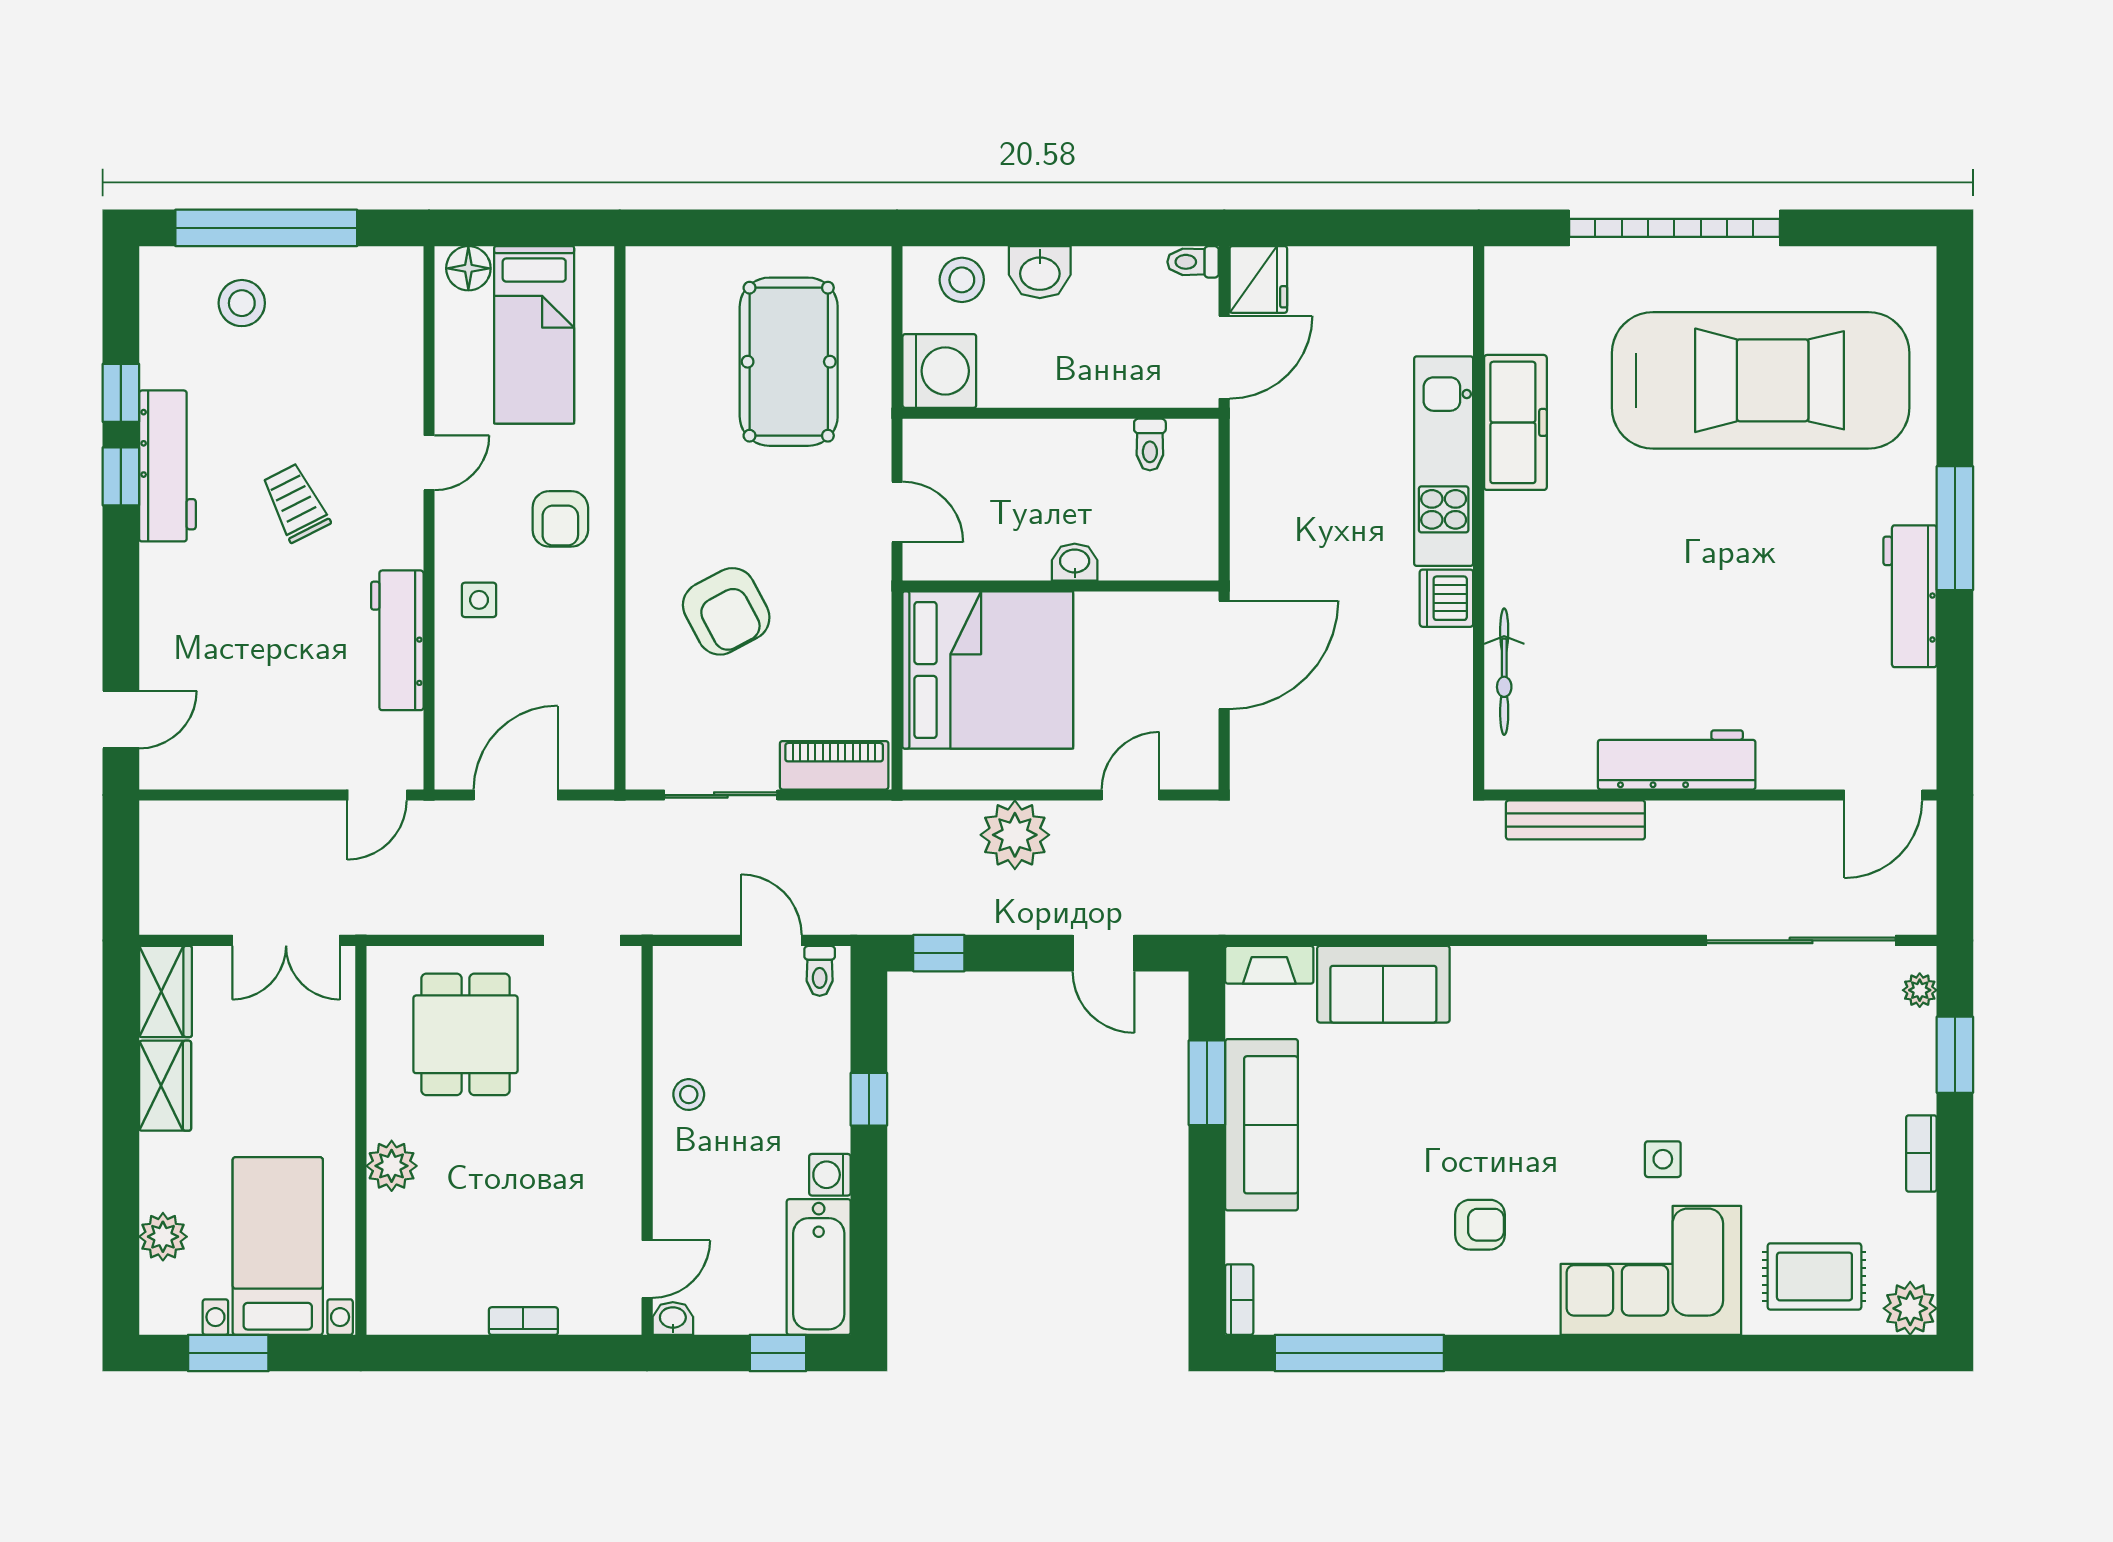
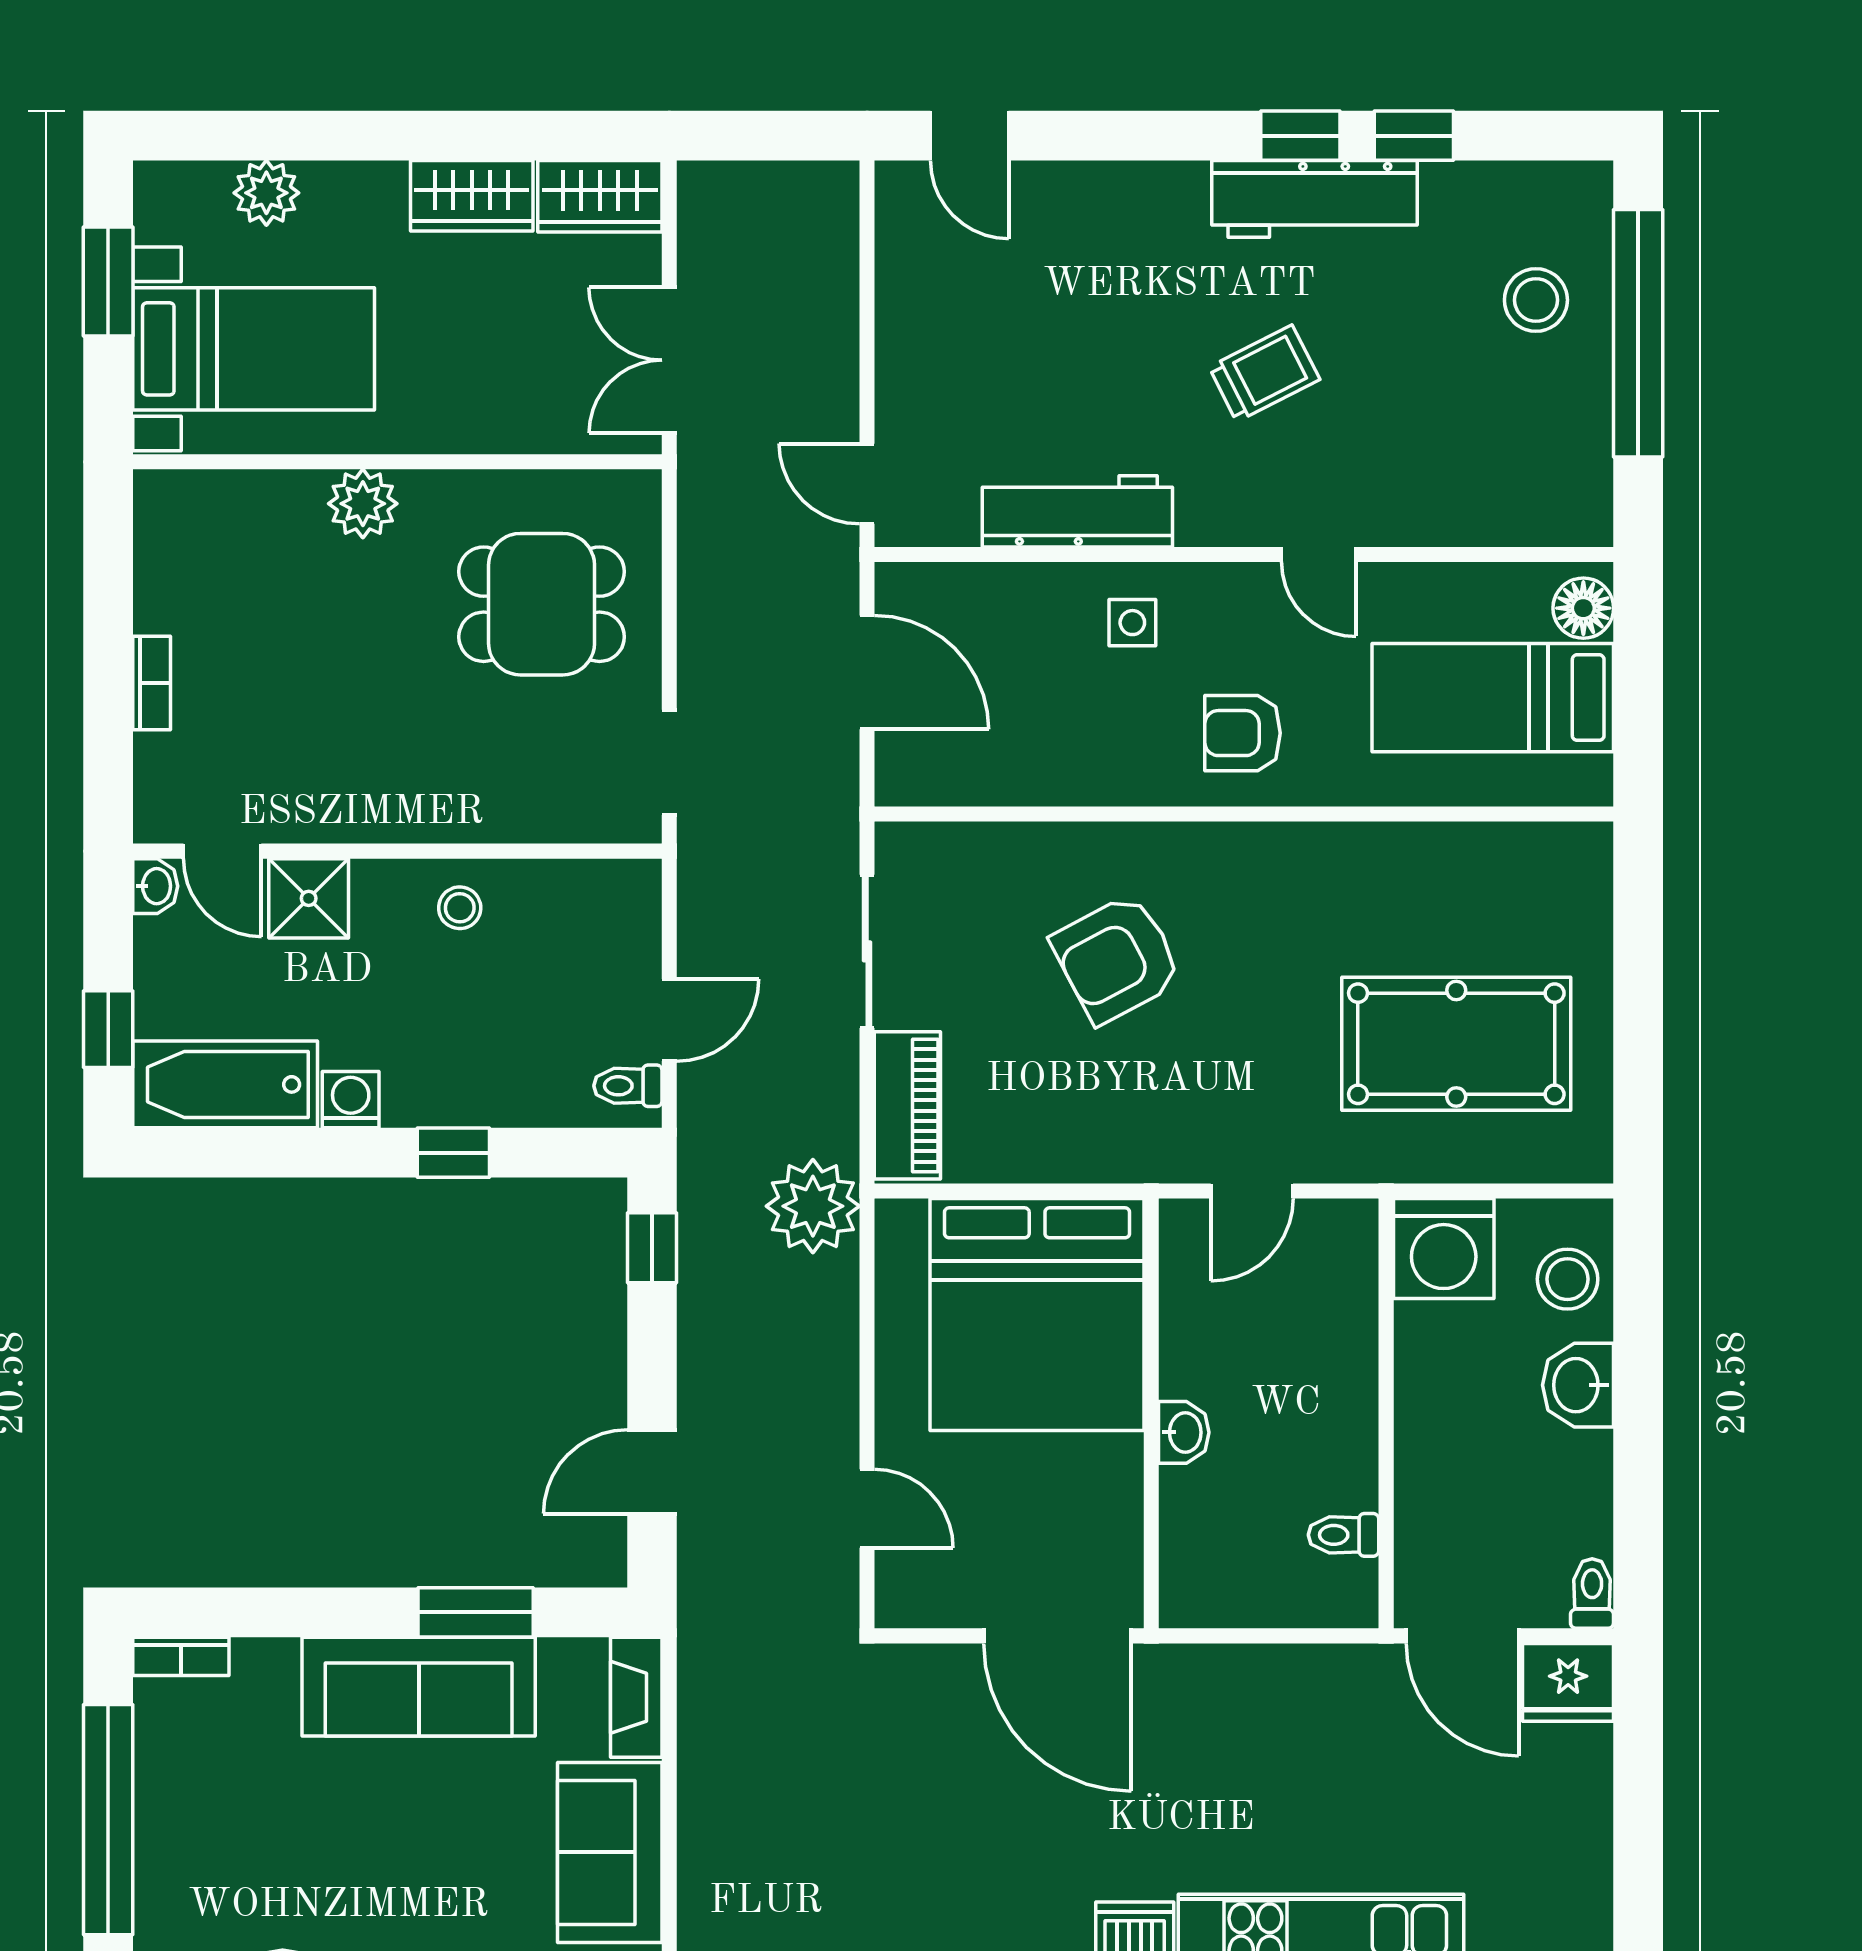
plant: (1015, 835) -> (813, 1206), moved
shower: (682, 1206) -> (309, 898), added

